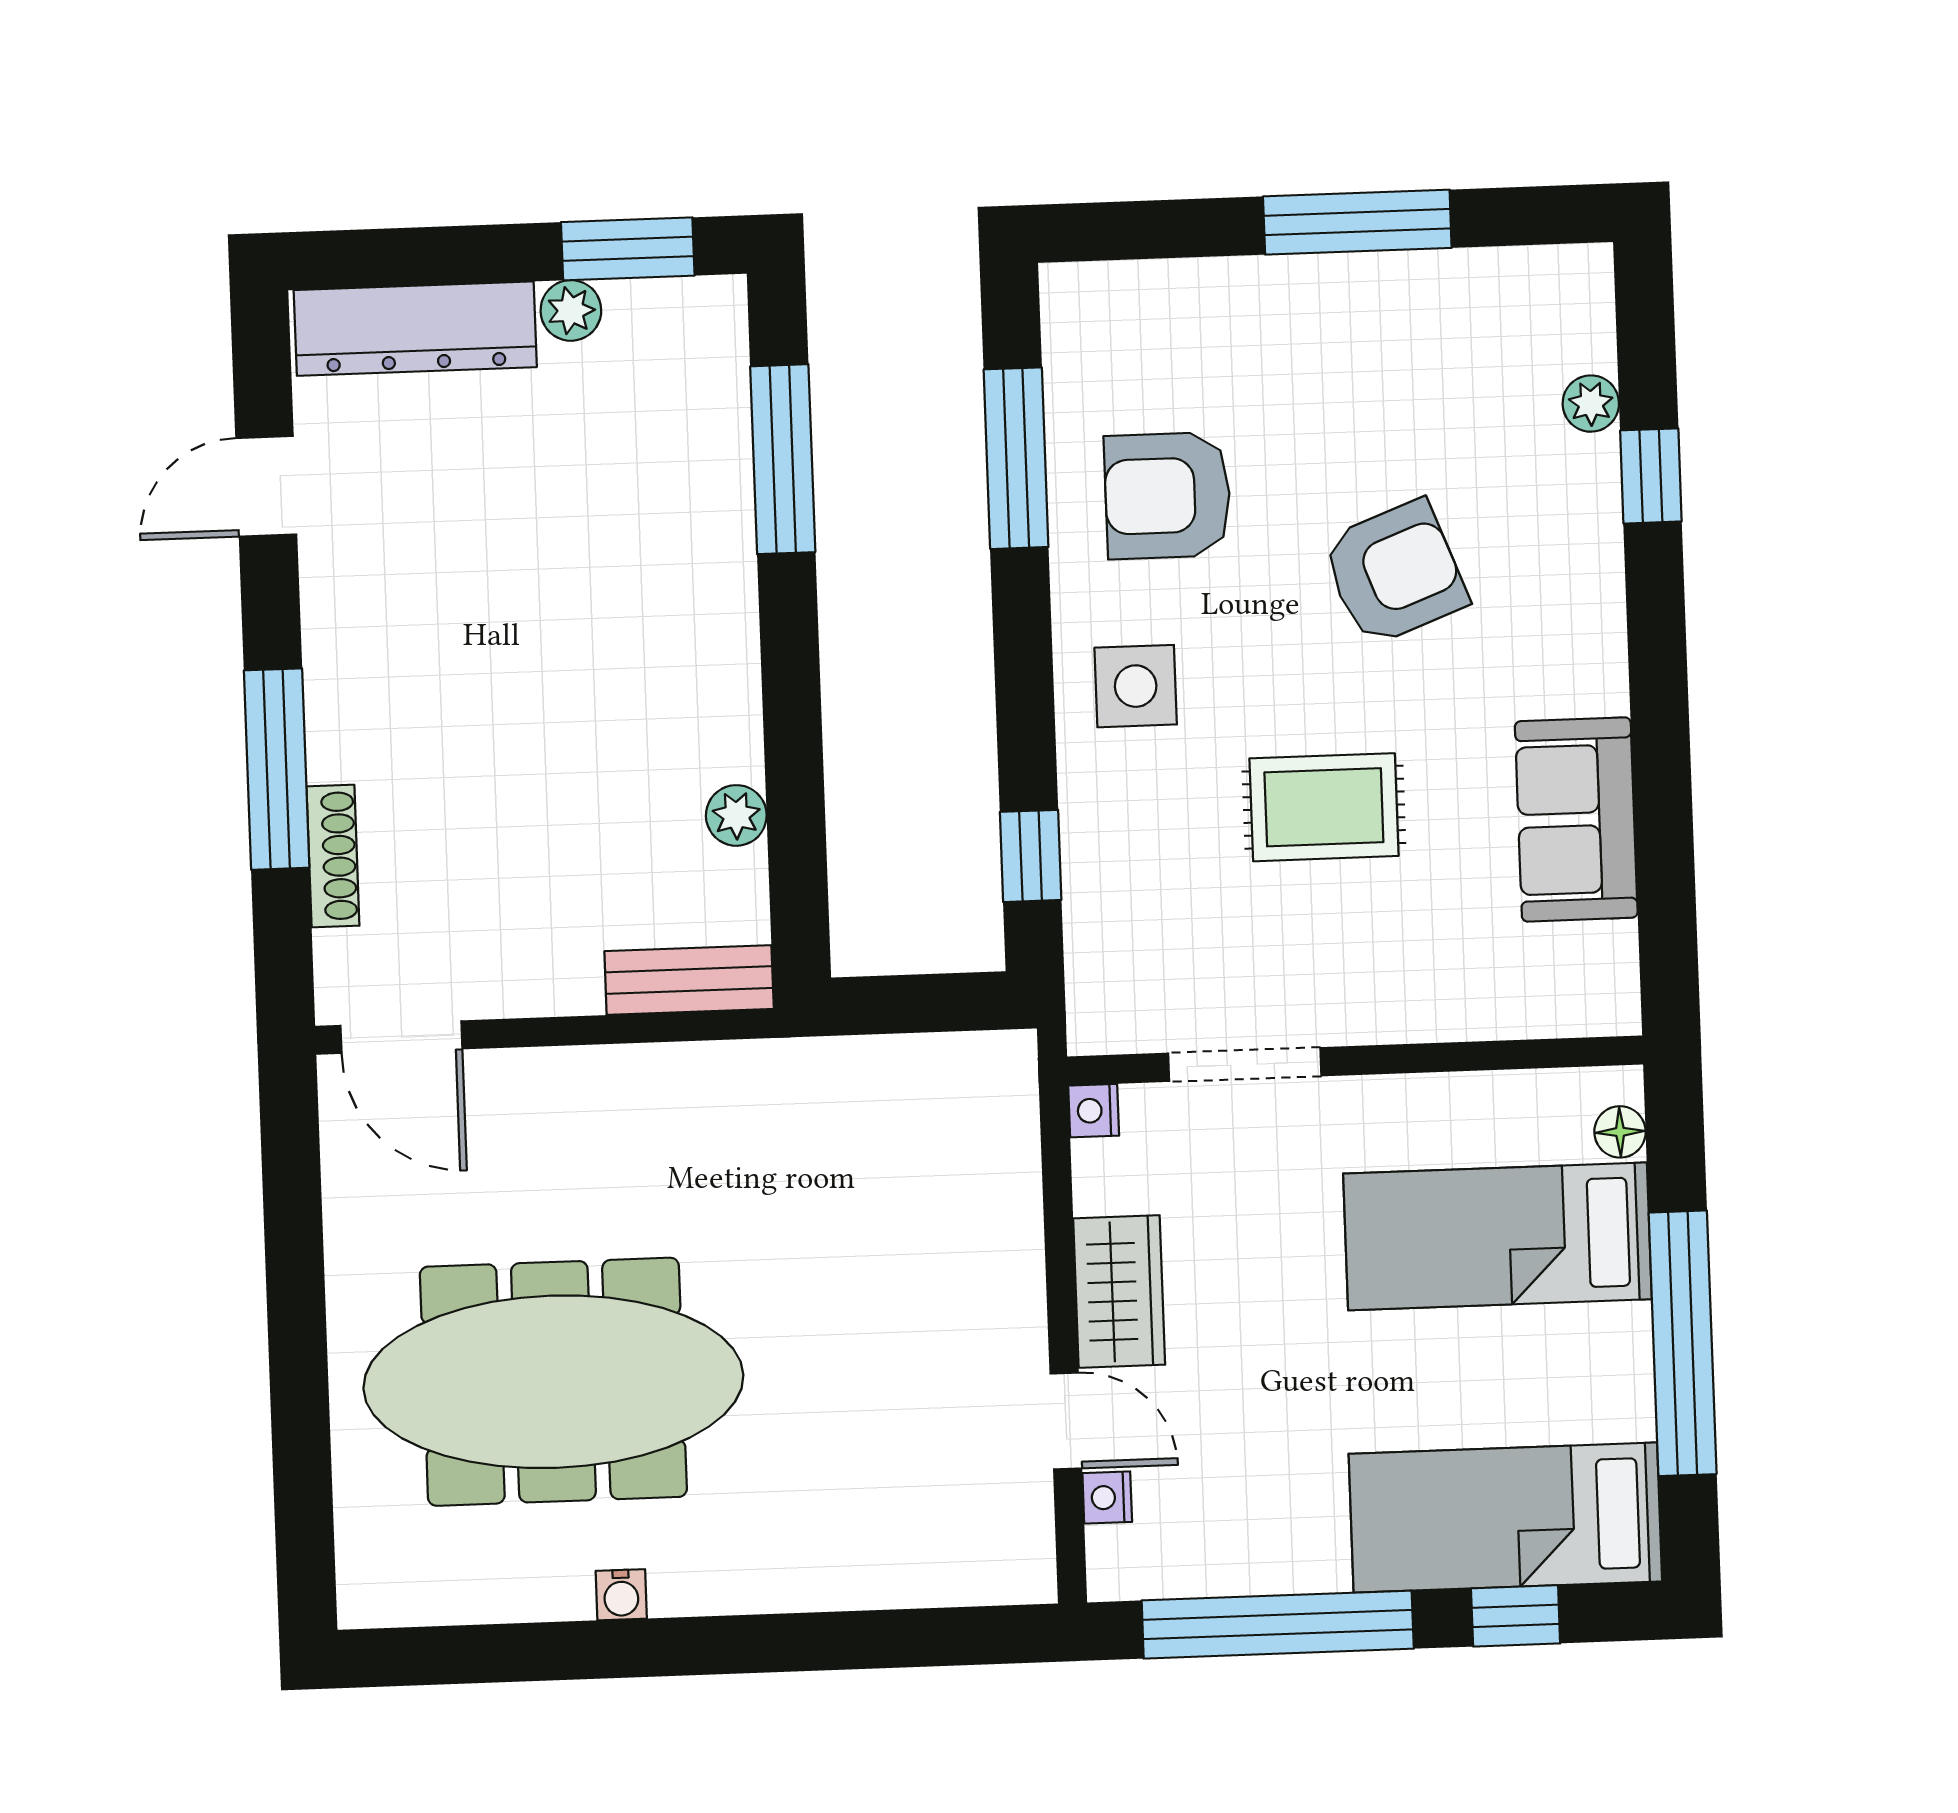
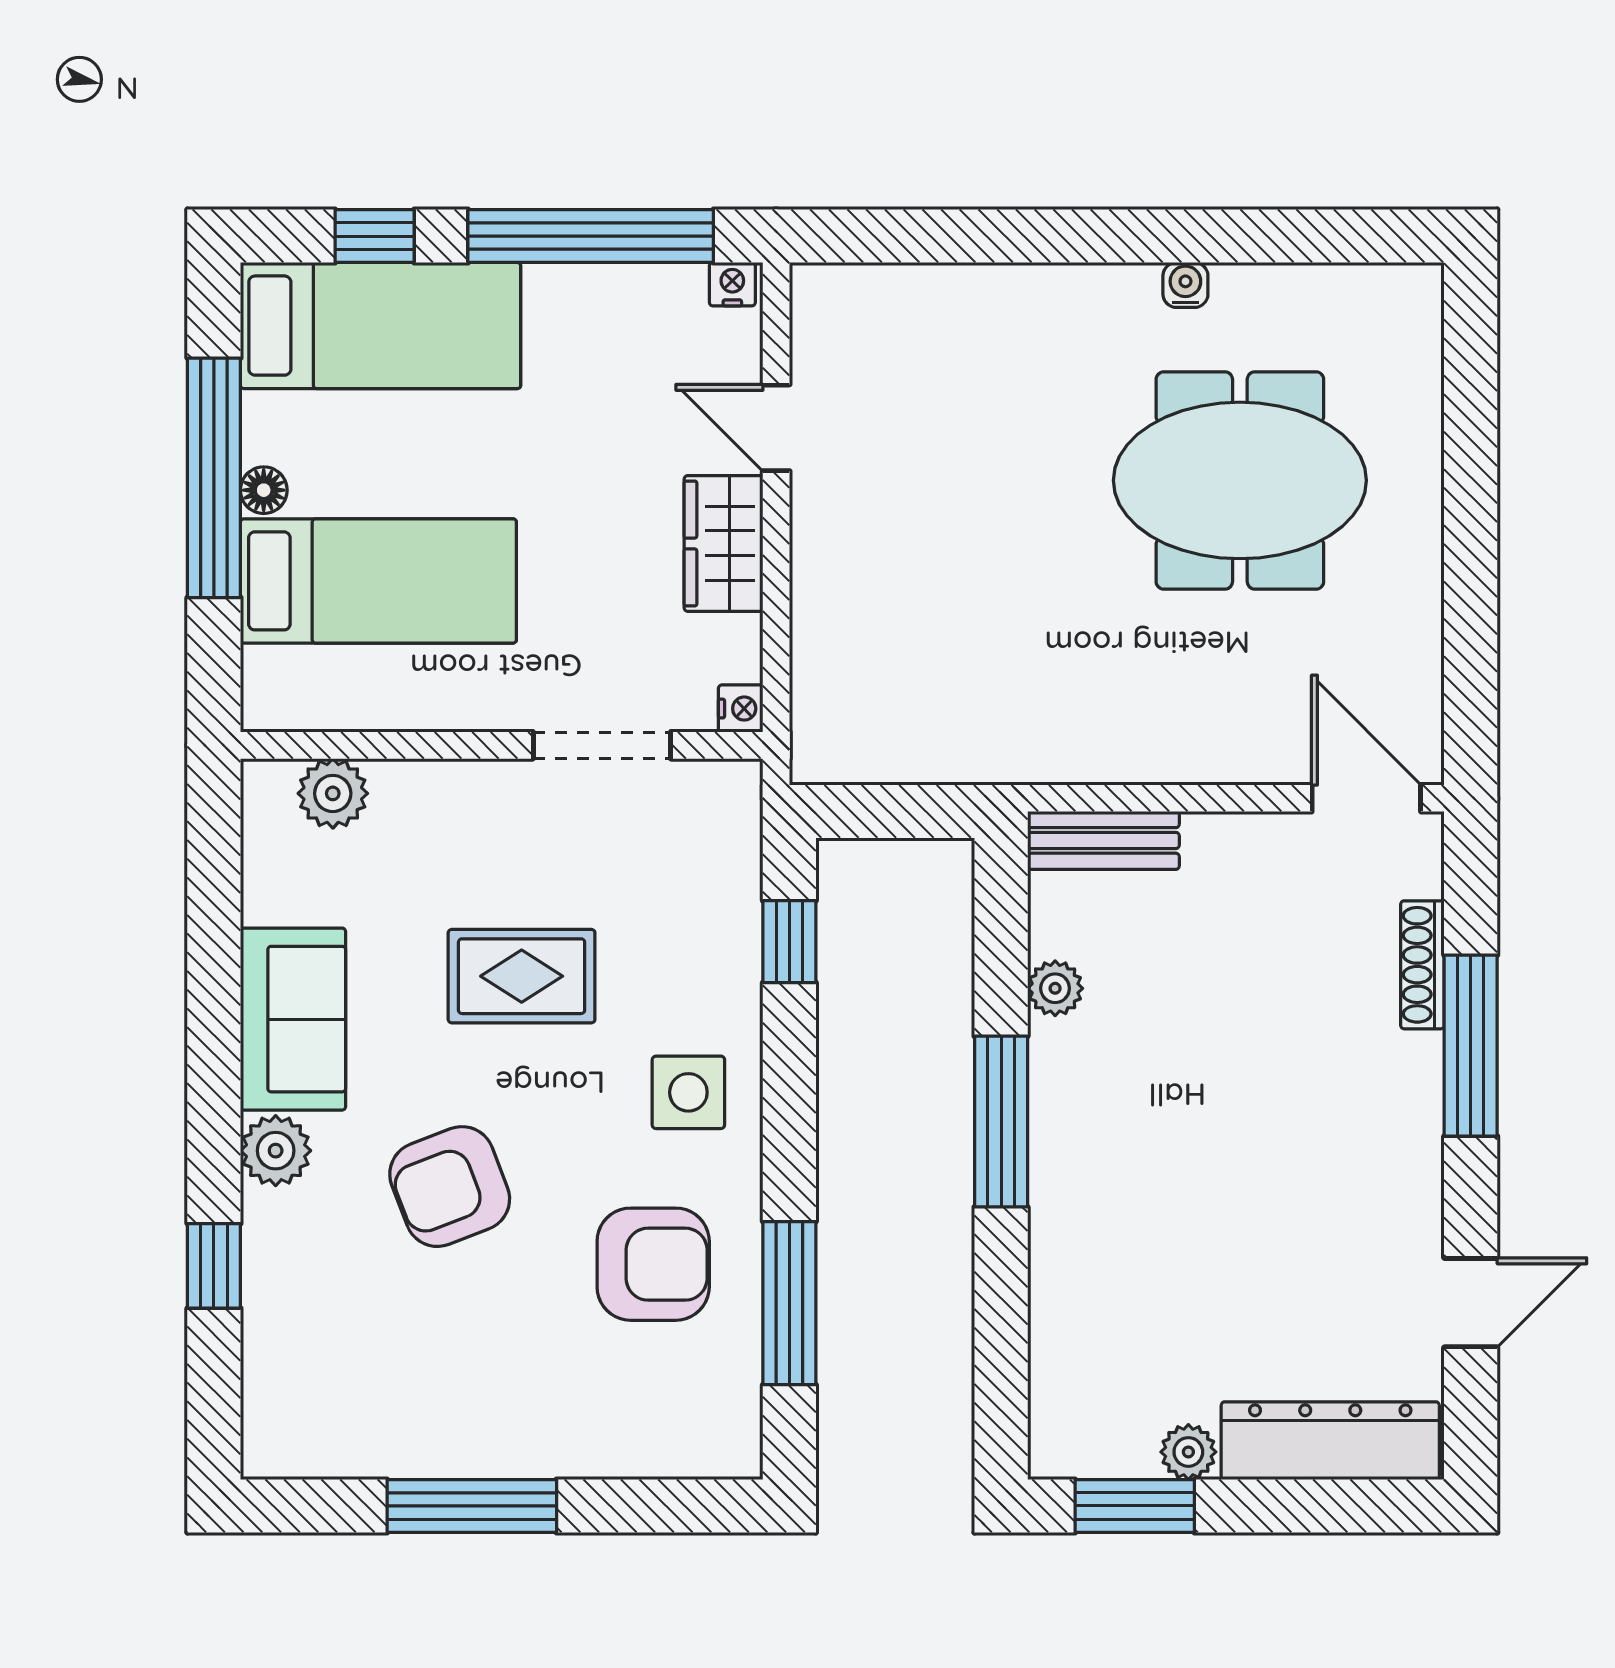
plant: (1591, 404) -> (276, 1151), moved, width x1.38, depth x1.38
window: (783, 459) -> (1001, 1122), moved
sofa: (1576, 819) -> (293, 1019), moved
plant: (1539, 1001) -> (333, 793), added
floor lamp: (1620, 1132) -> (264, 490), moved
meeting table: (553, 1382) -> (1240, 480), width x0.73
nightstand: (1107, 1497) -> (732, 284), moved, turned -90

